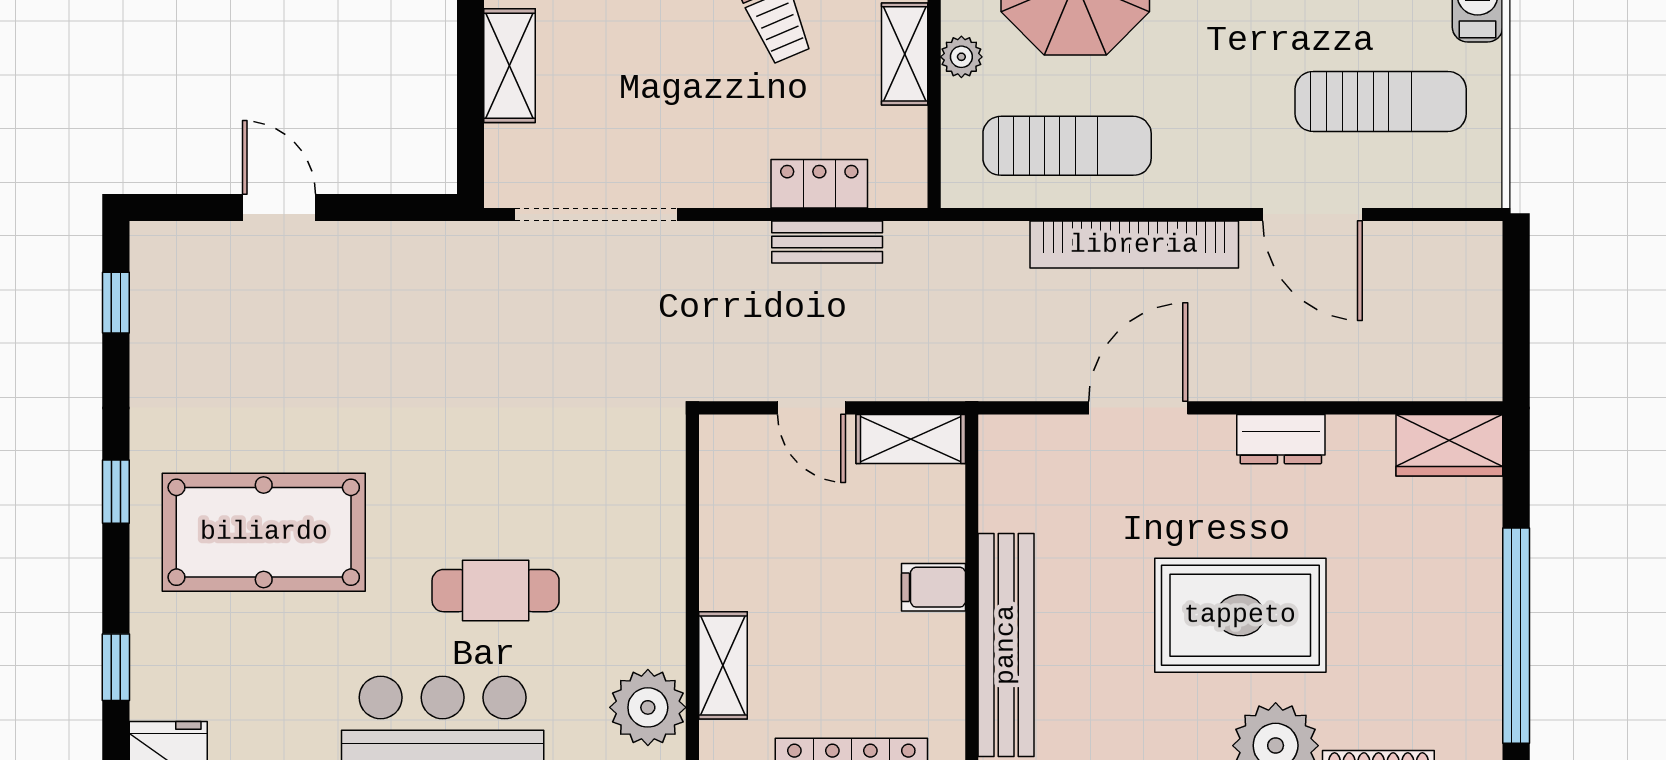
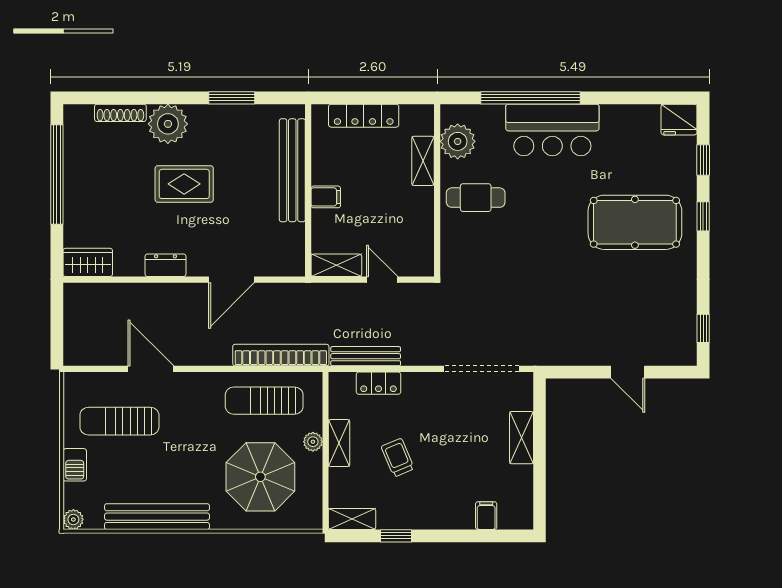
bench: (827, 242) -> (366, 356), width x1.36
bookcase: (1134, 245) -> (281, 355), moved
window: (116, 492) -> (703, 216), moved
cafe table: (496, 591) -> (476, 198), moved
rug: (1240, 615) -> (184, 184), width x0.73, depth x0.70

